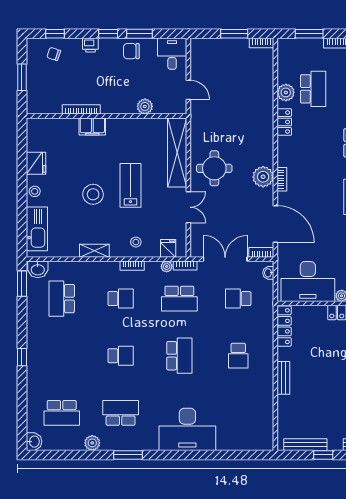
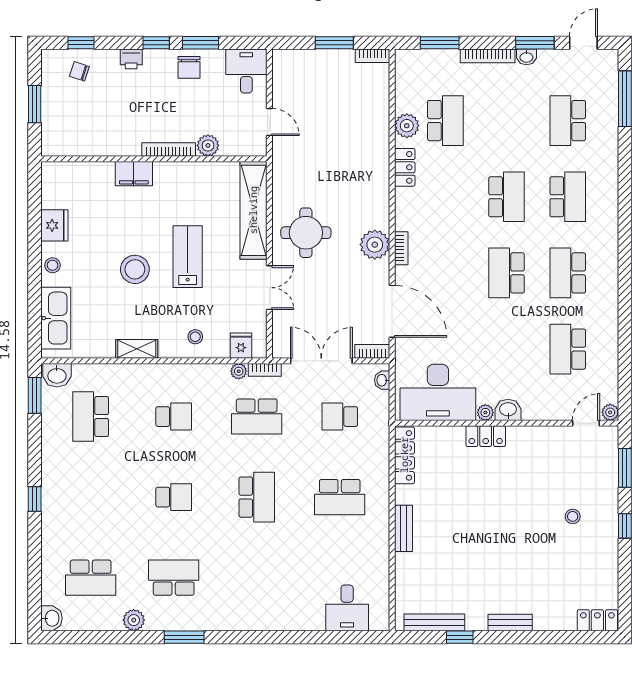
chair: (131, 51) -> (189, 67), turned -90
bookcase: (81, 109) -> (169, 150), moved
bookcase: (132, 266) -> (190, 370), removed
school desk: (238, 356) -> (340, 497), width x1.85
desk: (187, 429) -> (347, 608), moved, width x0.53, depth x0.77

